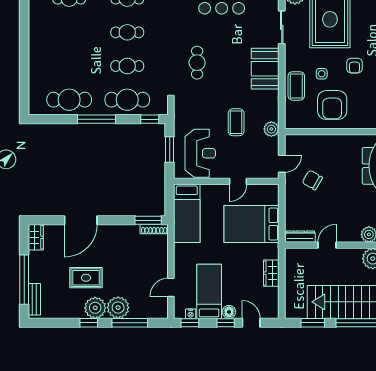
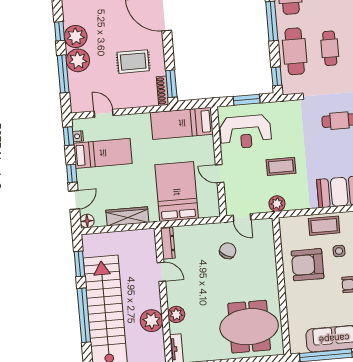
wardrobe: (271, 273) -> (127, 216), width x1.50
rug: (86, 278) -> (133, 62), moved, turned 90
floor lamp: (229, 312) -> (87, 221), moved

